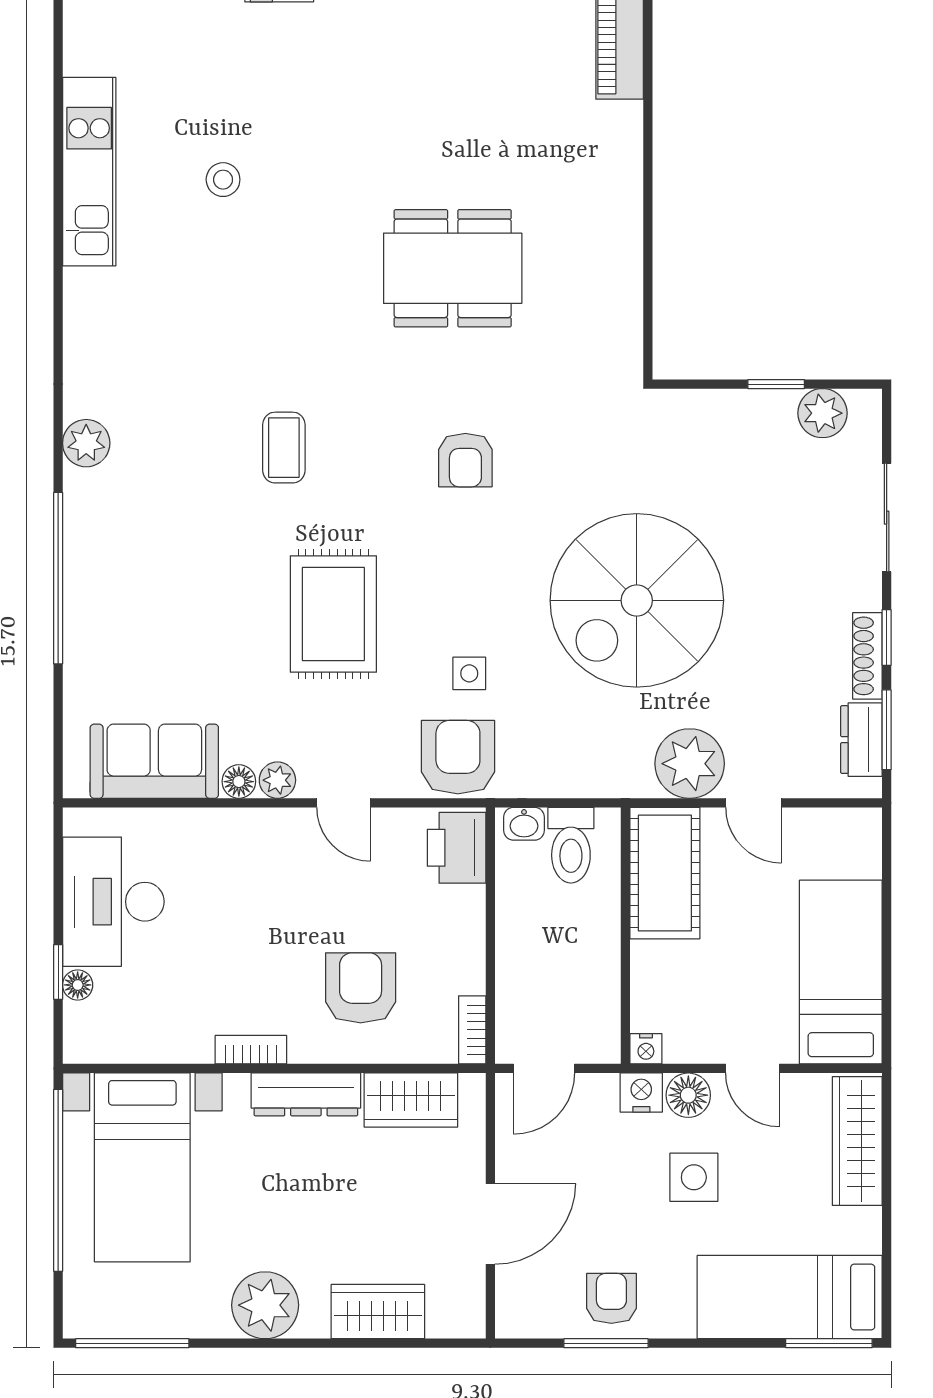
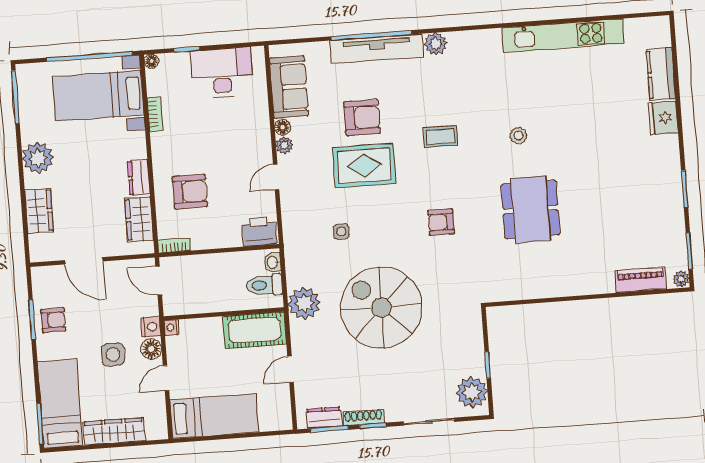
kitchen unit: (89, 172) -> (563, 36), width x1.36
stool: (223, 180) -> (518, 136), moved
plant: (822, 413) -> (472, 392), width x1.36, depth x1.36
tv unit: (88, 568) -> (377, 49), added
armchair: (458, 757) -> (362, 118), moved
plant: (690, 764) -> (304, 303), moved
floor lamp: (78, 985) -> (151, 61), moved
bookcase: (251, 1050) -> (155, 114), moved
dresser: (306, 1094) -> (139, 178), width x0.70
wardrobe: (857, 1141) -> (114, 431), moved

